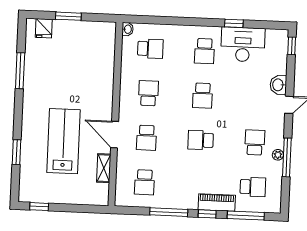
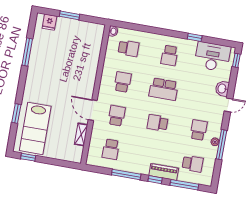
desk: (243, 44) -> (212, 57), moved
school desk: (203, 96) -> (164, 89), width x1.85
school desk: (146, 138) -> (117, 116), turned 180
lab bench: (64, 141) -> (35, 128), moved, turned 180

